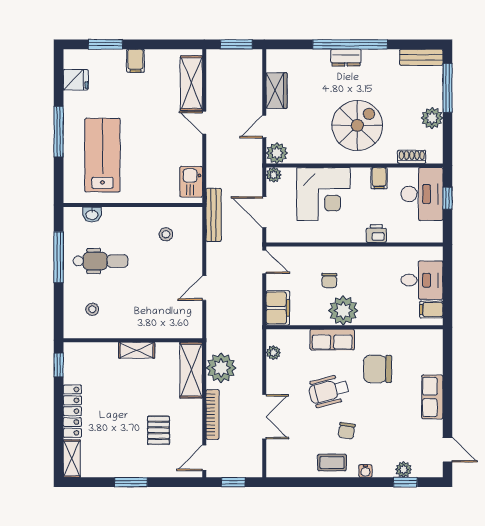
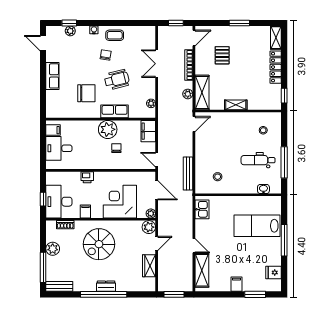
lab bench: (102, 155) -> (257, 226), turned 90
bench: (214, 215) -> (188, 174), moved
door: (204, 288) -> (194, 124), moved
plant: (221, 368) -> (188, 94), width x0.53, depth x0.53

